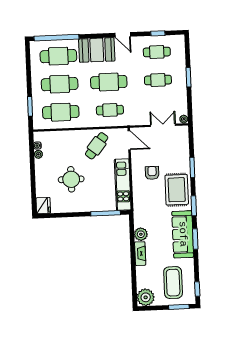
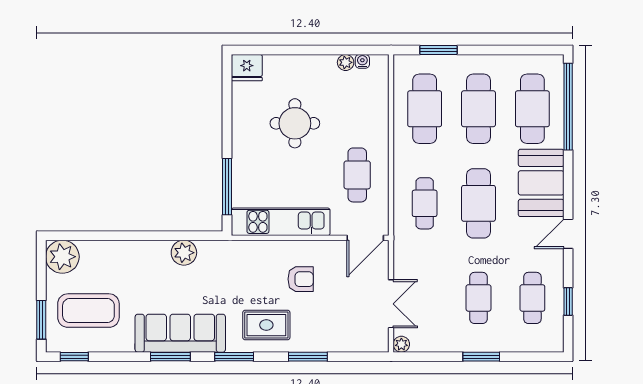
cafe table: (97, 146) -> (357, 175), turned 52
rug: (177, 190) -> (266, 325), width x0.73, depth x0.70
fireplace: (140, 254) -> (147, 250), removed

